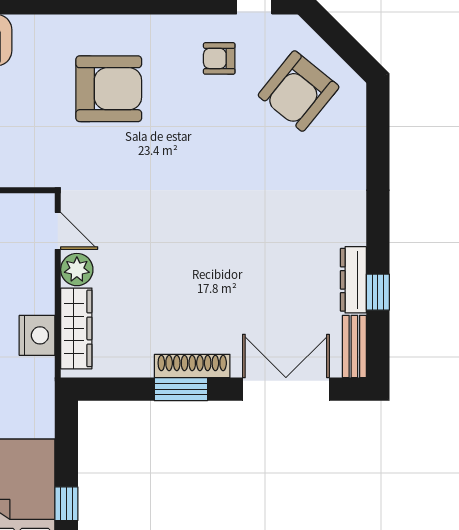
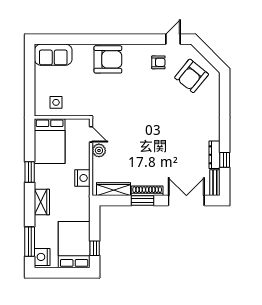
armchair: (219, 58) -> (158, 62), turned 180
armchair: (109, 89) -> (108, 59), moved
wardrobe: (76, 328) -> (114, 189), moved, turned -90

